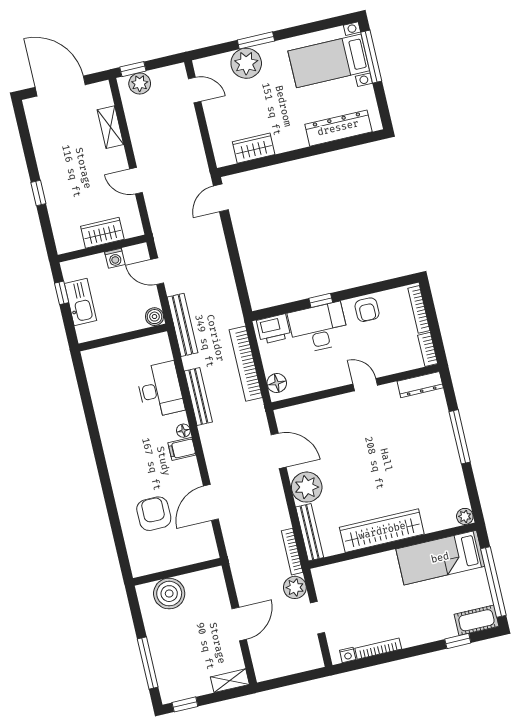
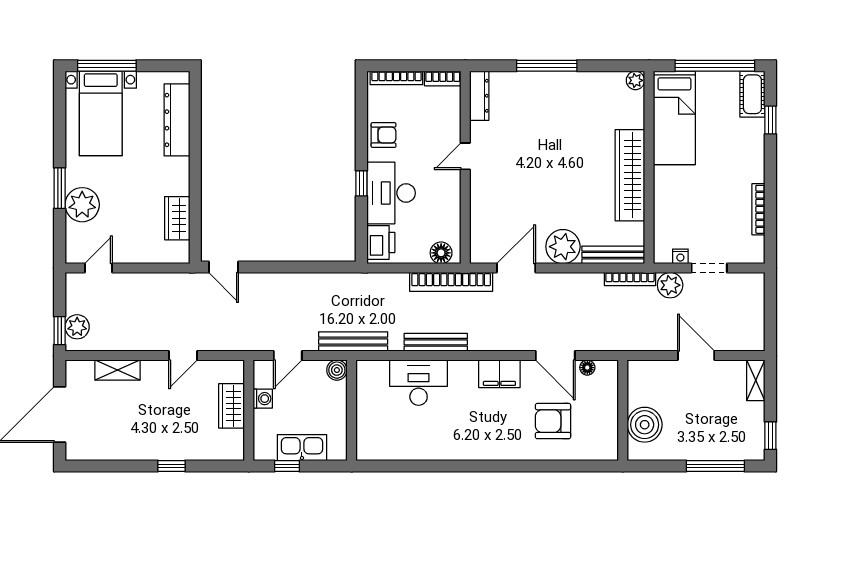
bookcase: (246, 364) -> (451, 282), moved
floor lamp: (183, 431) -> (587, 368), moved
filing cabinet: (182, 449) -> (499, 374), width x2.00
nightstand: (348, 655) -> (680, 256), moved, turned 90

